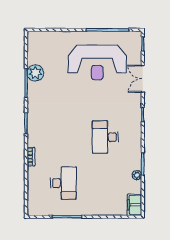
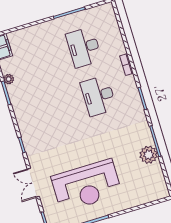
reception desk: (97, 62) -> (87, 185), turned 180
double door: (143, 79) -> (33, 183), swing flipped
desk: (105, 137) -> (98, 96), moved, turned 180

